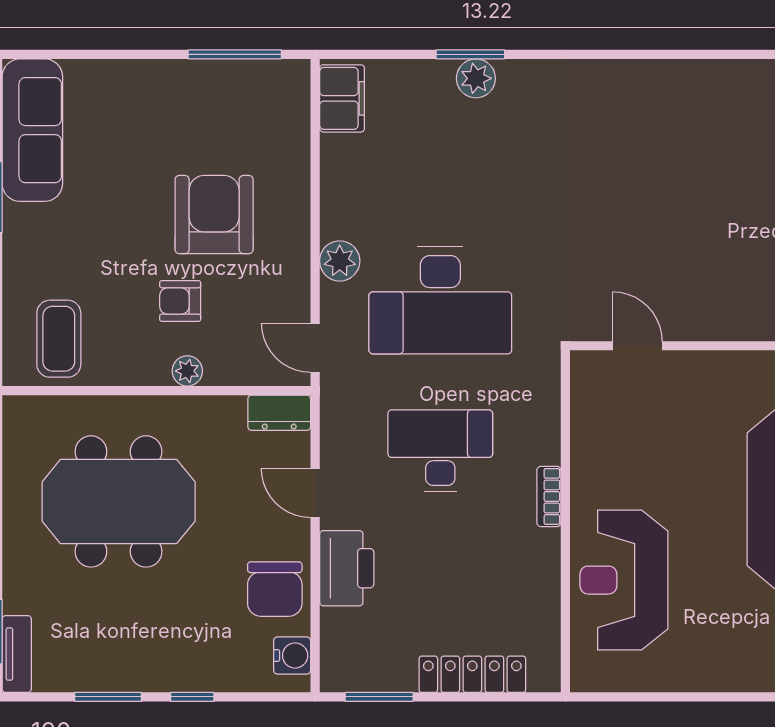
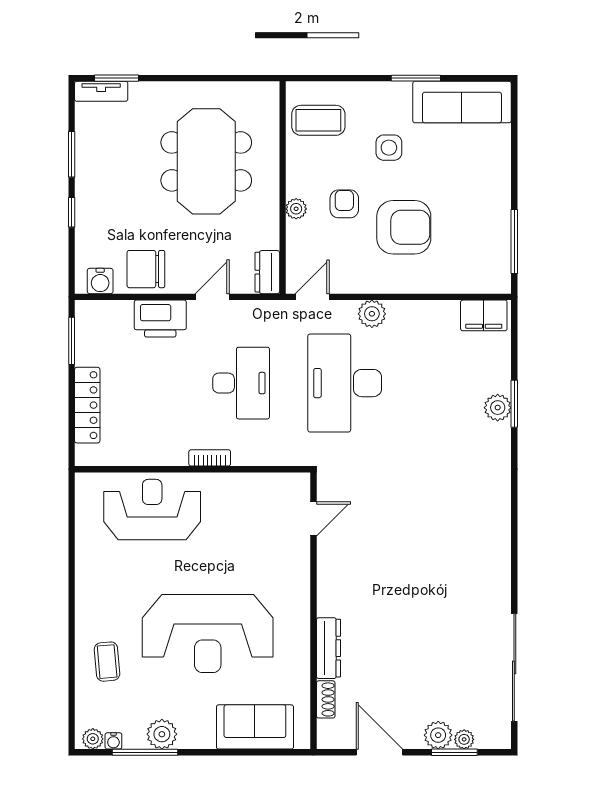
side table: (98, 236) -> (389, 148), added

